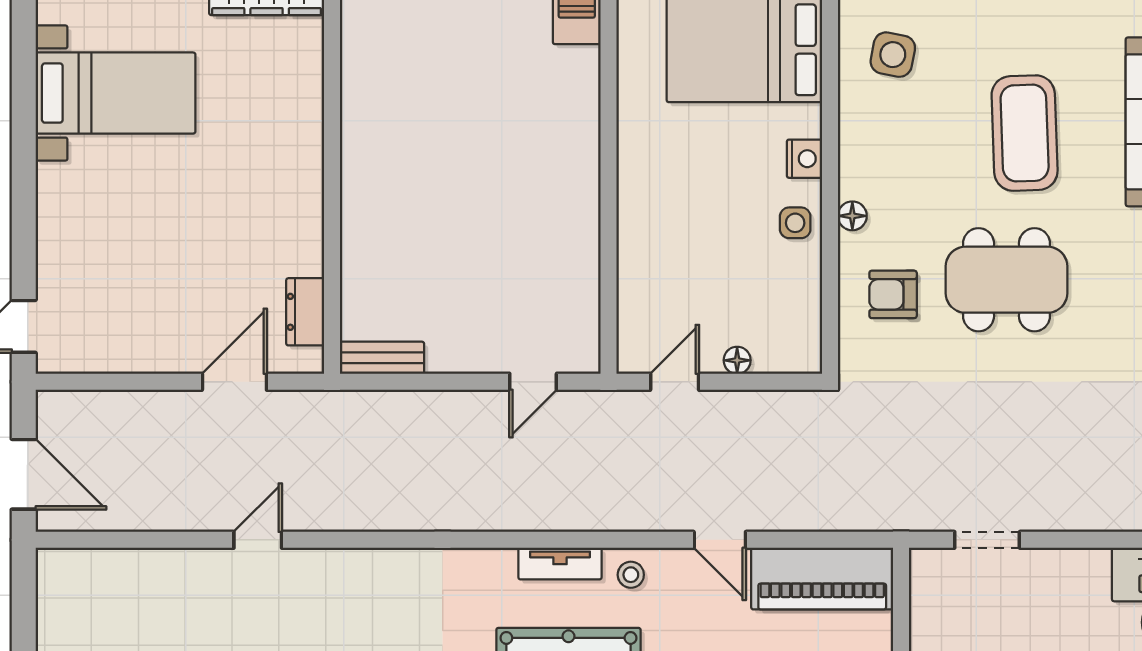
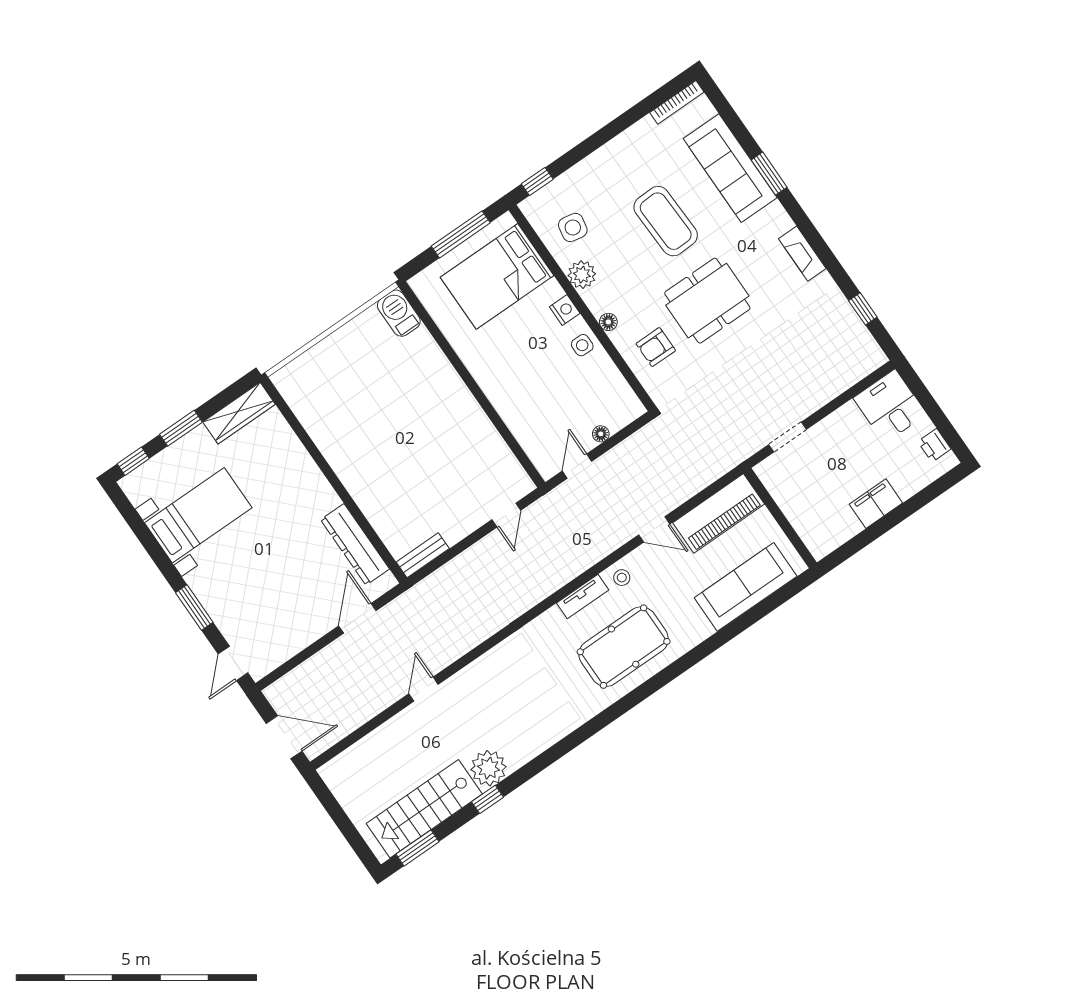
plant: (861, 127) -> (582, 275), added
window: (24, 214) -> (194, 607), added
dresser: (305, 312) -> (355, 544), width x1.96, depth x1.24

